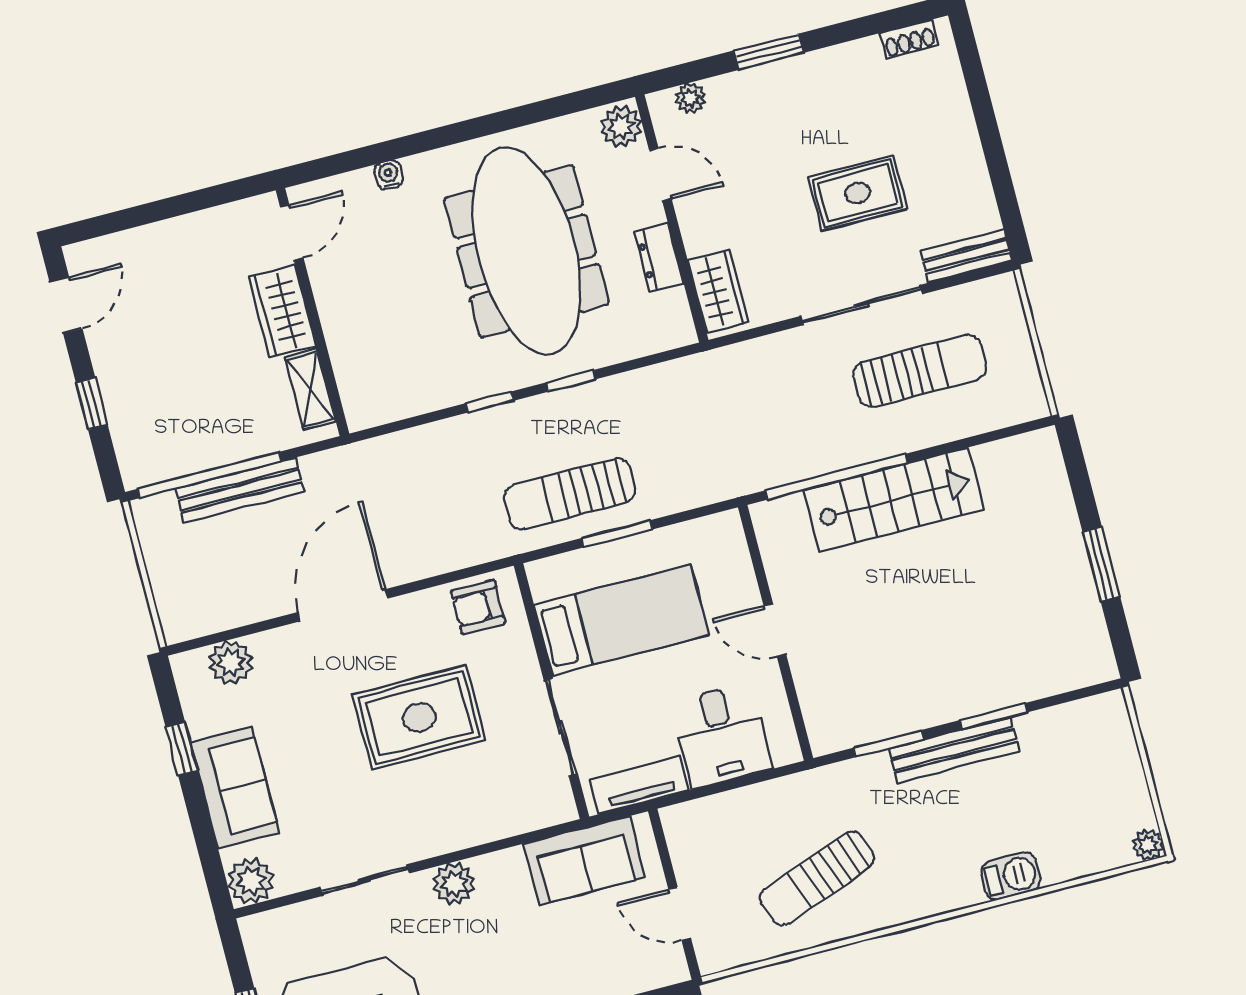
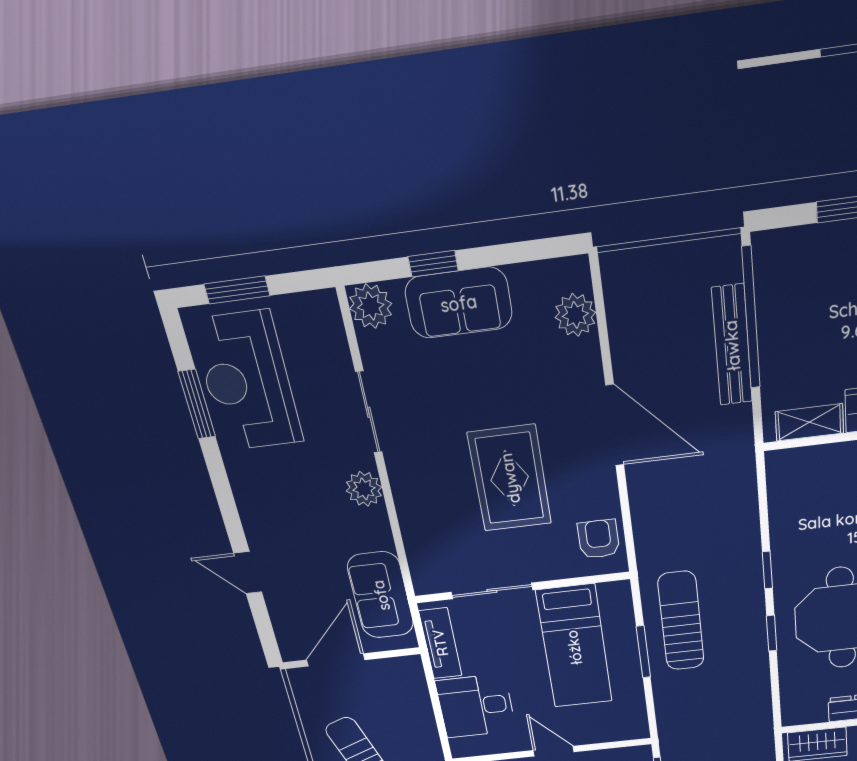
door: (775, 630) -> (554, 751), hinge flipped
window: (182, 749) -> (433, 264), moved
door: (680, 914) -> (336, 660), width x1.38

